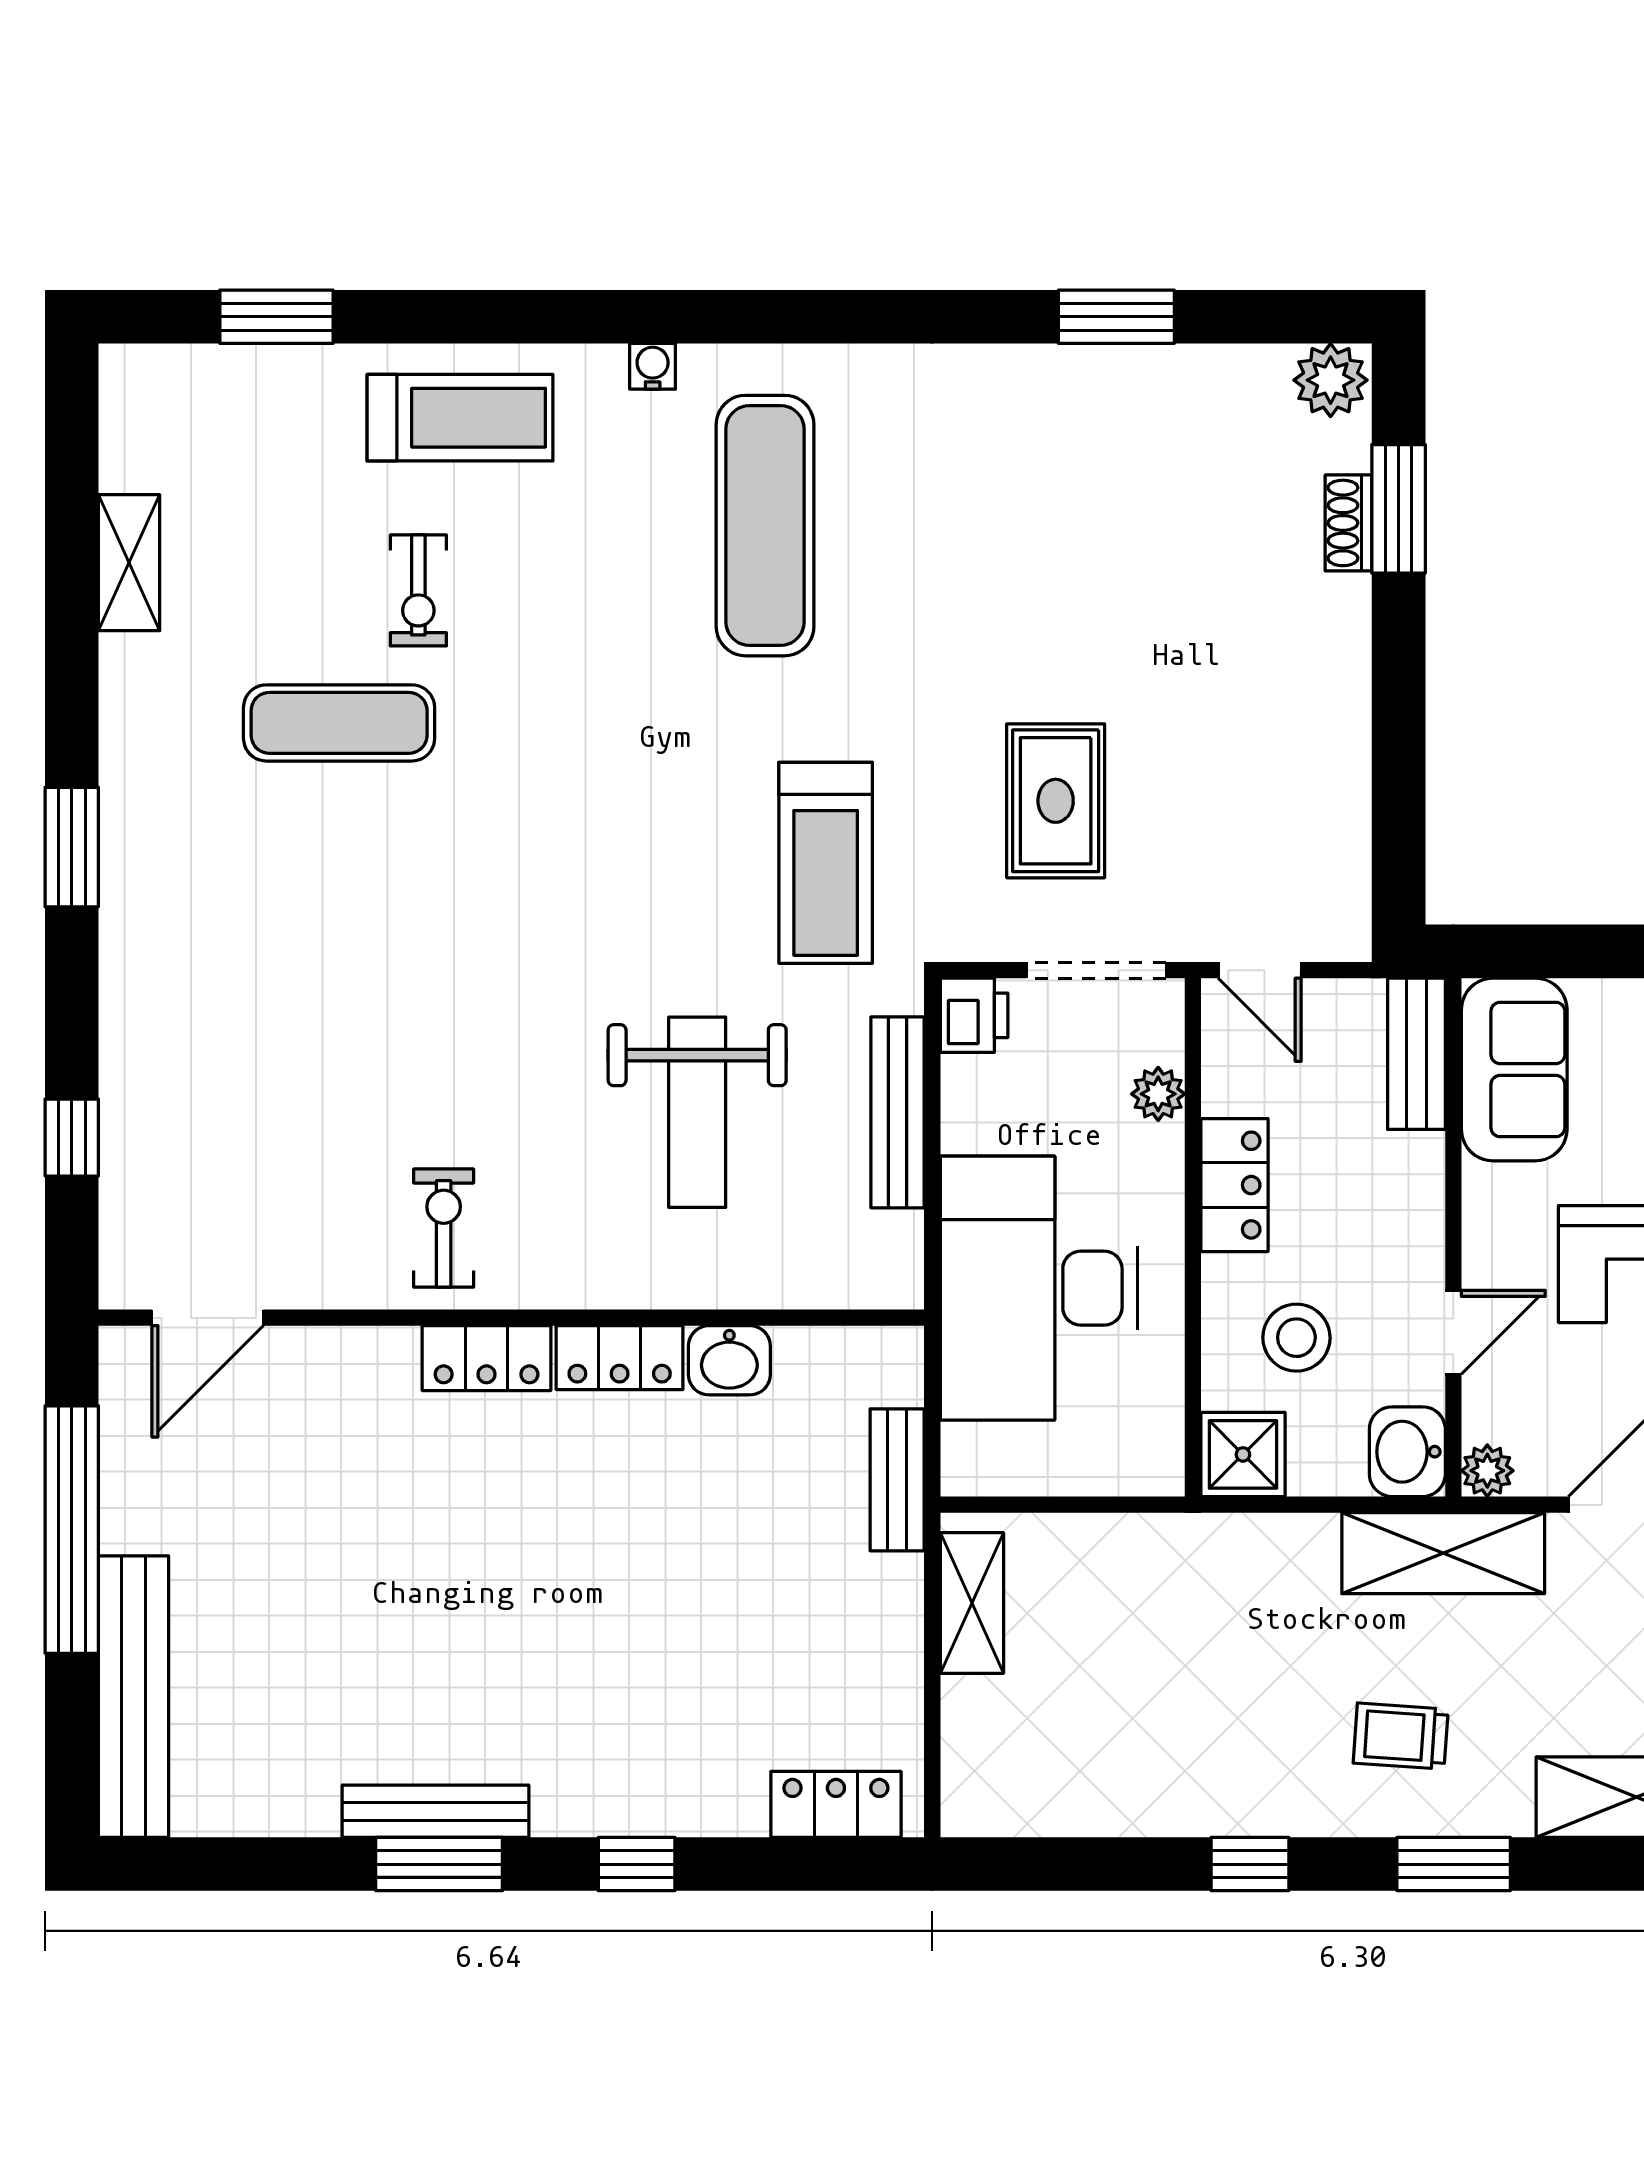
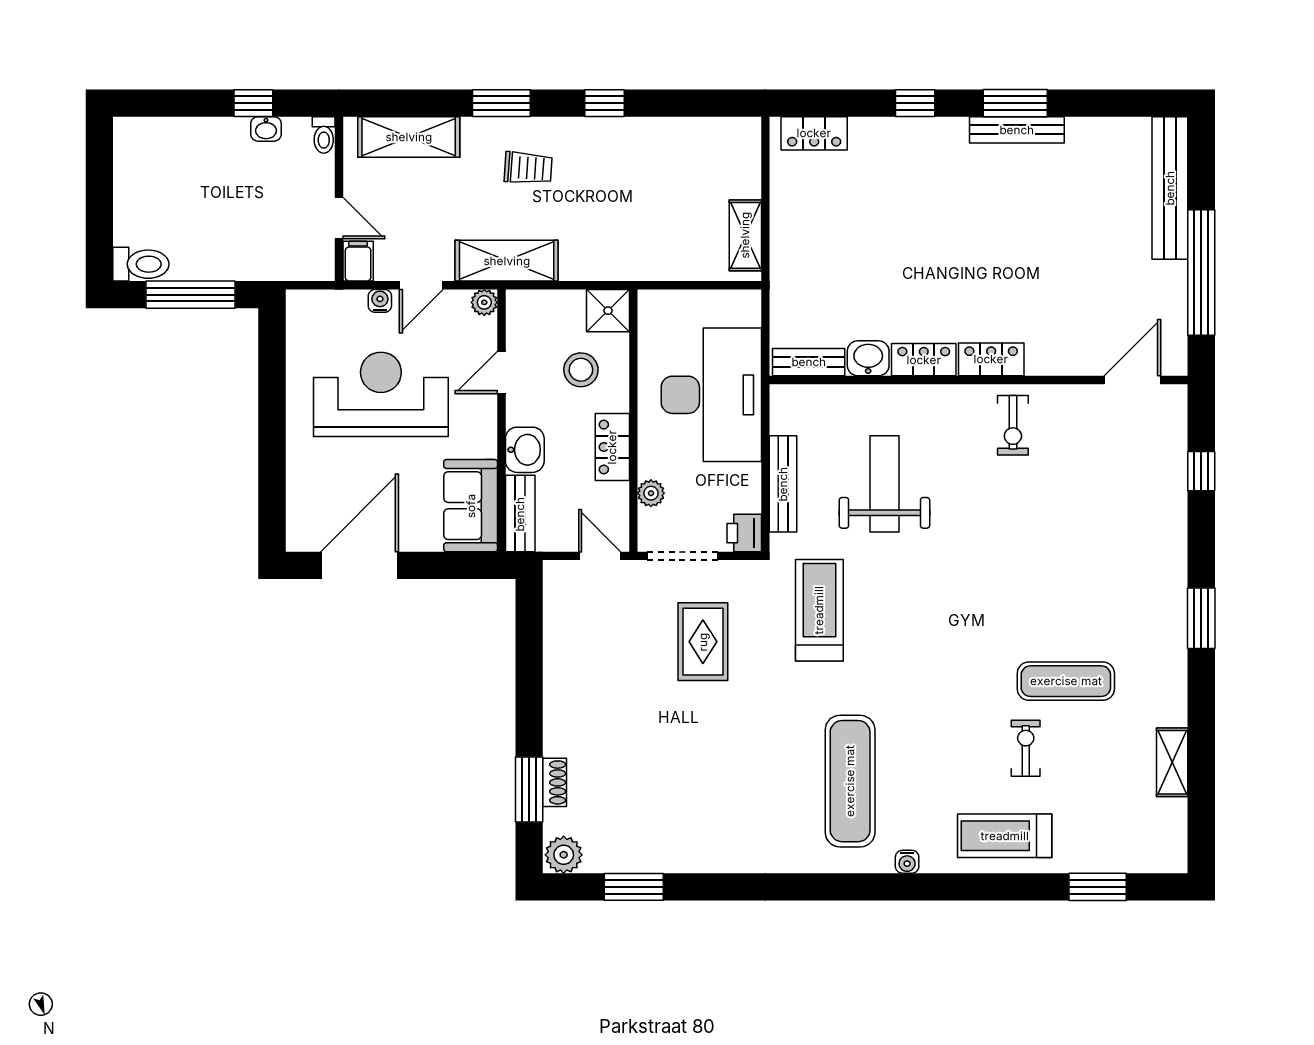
window: (1116, 317) -> (634, 887), moved
washbasin: (1407, 1452) -> (525, 450), moved
bench: (897, 1480) -> (809, 362), moved, turned 90

